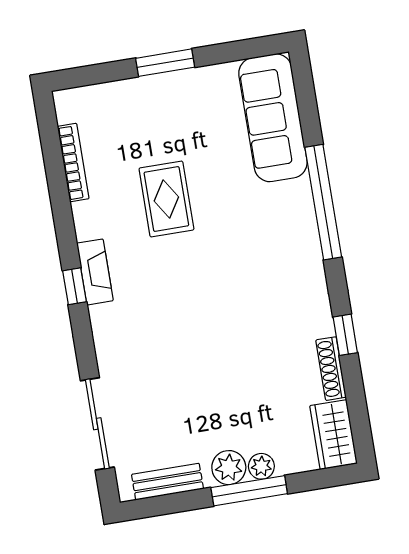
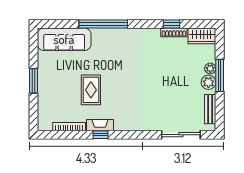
rug: (166, 199) -> (91, 90), turned 90
fireplace: (95, 272) -> (100, 125), moved
window: (75, 286) -> (101, 135), moved
window: (345, 335) -> (171, 24), moved

